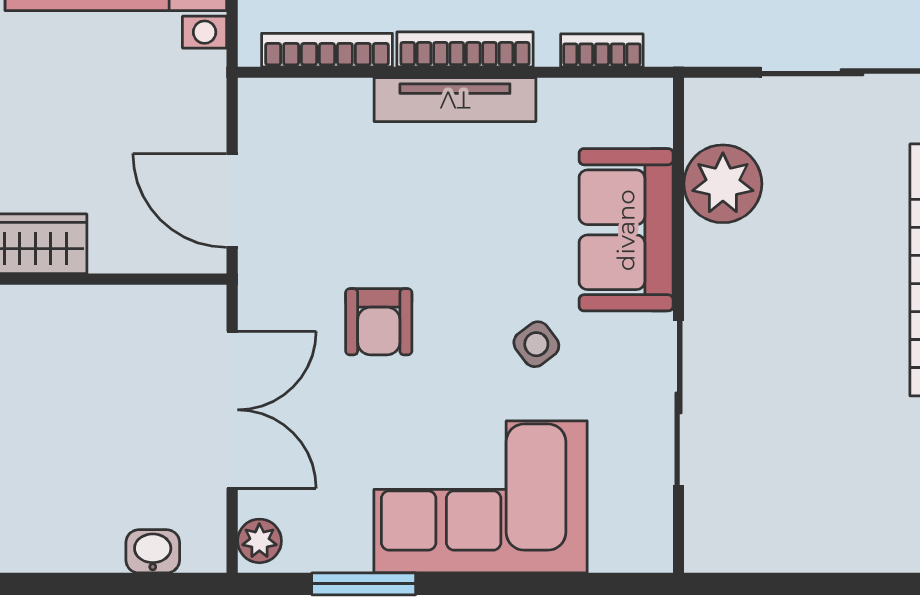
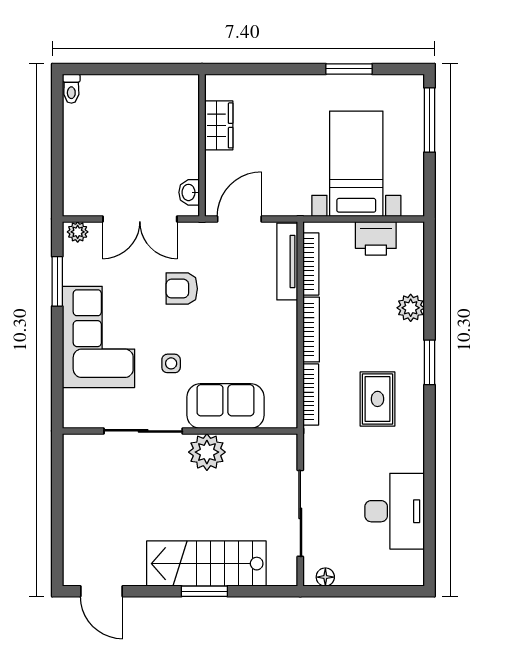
bookcase: (602, 50) -> (311, 395), width x1.56
tv unit: (455, 100) -> (287, 261), moved
plant: (723, 184) -> (207, 452), moved
side table: (536, 344) -> (171, 363), turned 37
washbasin: (153, 551) -> (189, 192), moved, turned 180

